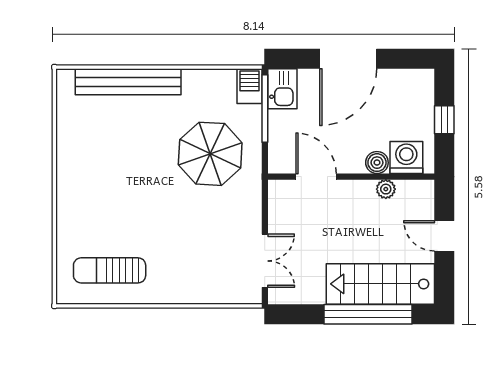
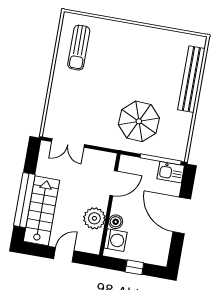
barbecue: (250, 86) -> (176, 152), removed
plant: (386, 189) -> (94, 218), width x1.87, depth x1.87
sun lounger: (110, 270) -> (79, 48), turned 180

